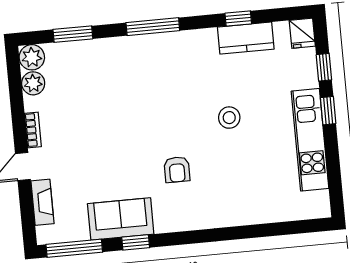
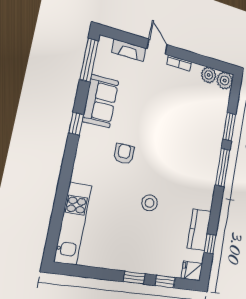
window: (238, 19) -> (210, 244), moved
window: (73, 34) -> (229, 127), moved
kitchen unit: (310, 140) -> (73, 223), moved, turned 90
armchair: (177, 170) -> (124, 154), turned 90
window: (136, 242) -> (76, 124), moved

